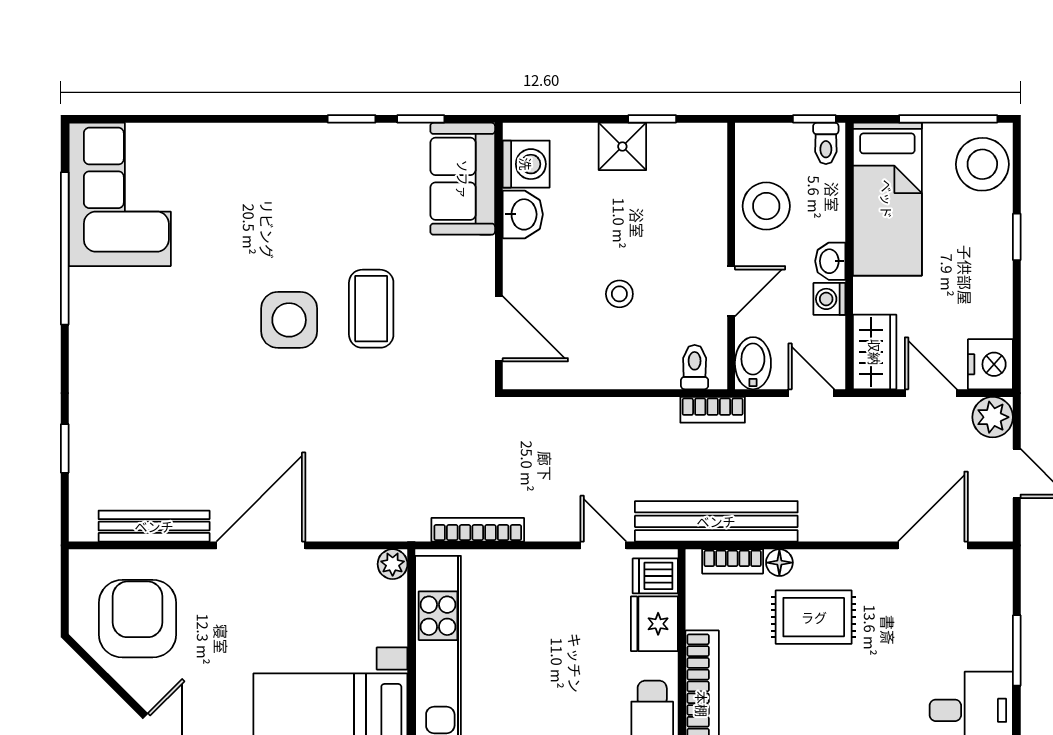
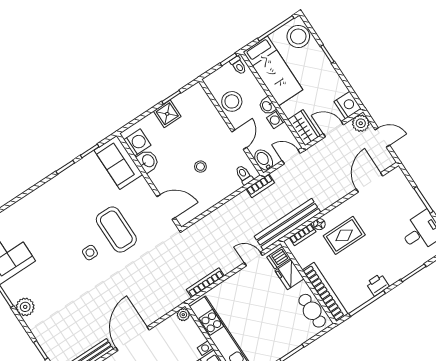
coffee table: (371, 309) -> (116, 230), width x1.36, depth x1.32
side table: (289, 320) -> (90, 253), width x0.54, depth x0.54
plant: (90, 343) -> (25, 307), added

